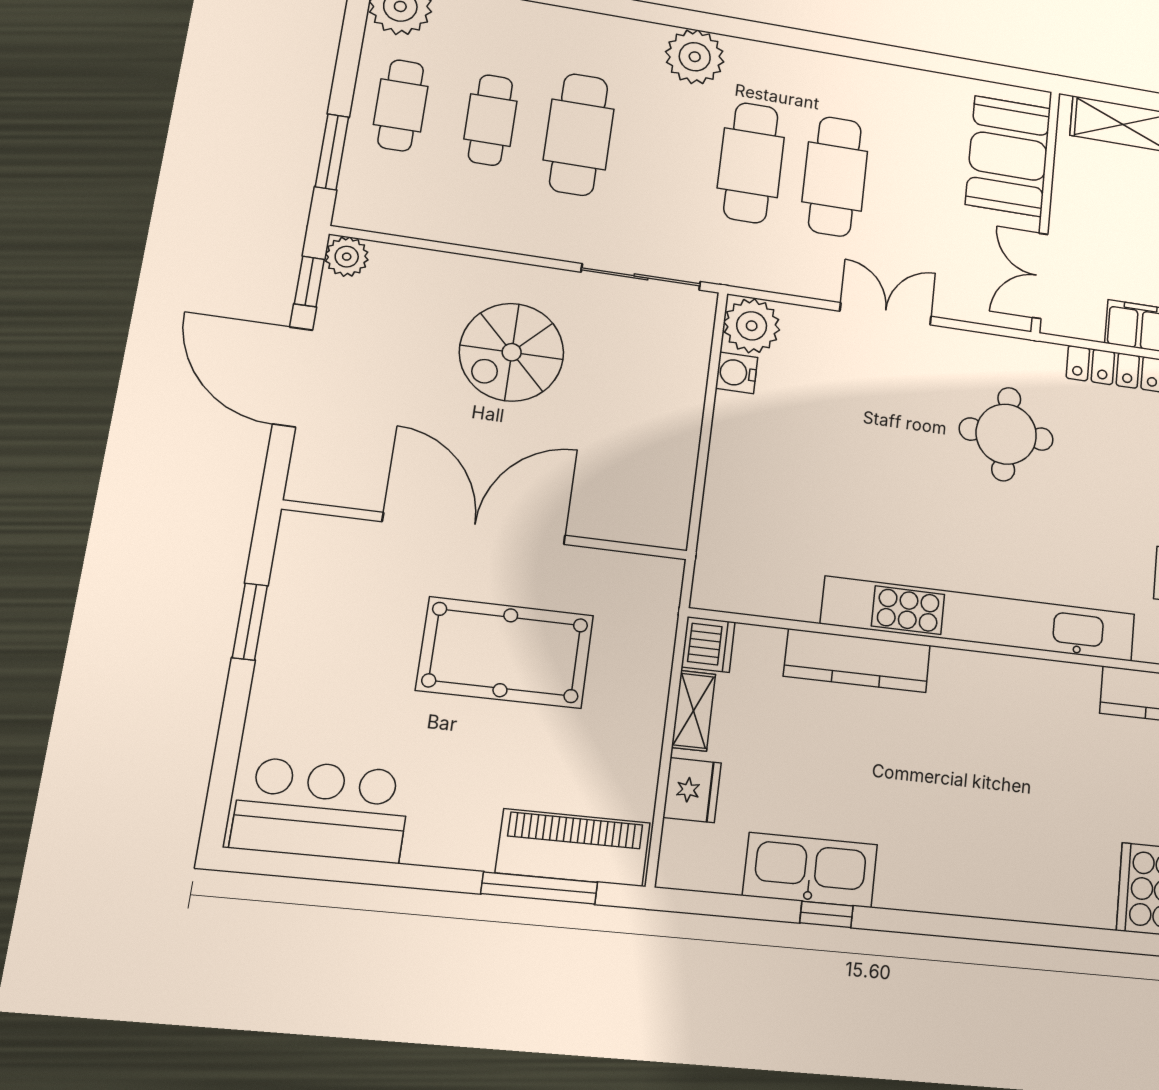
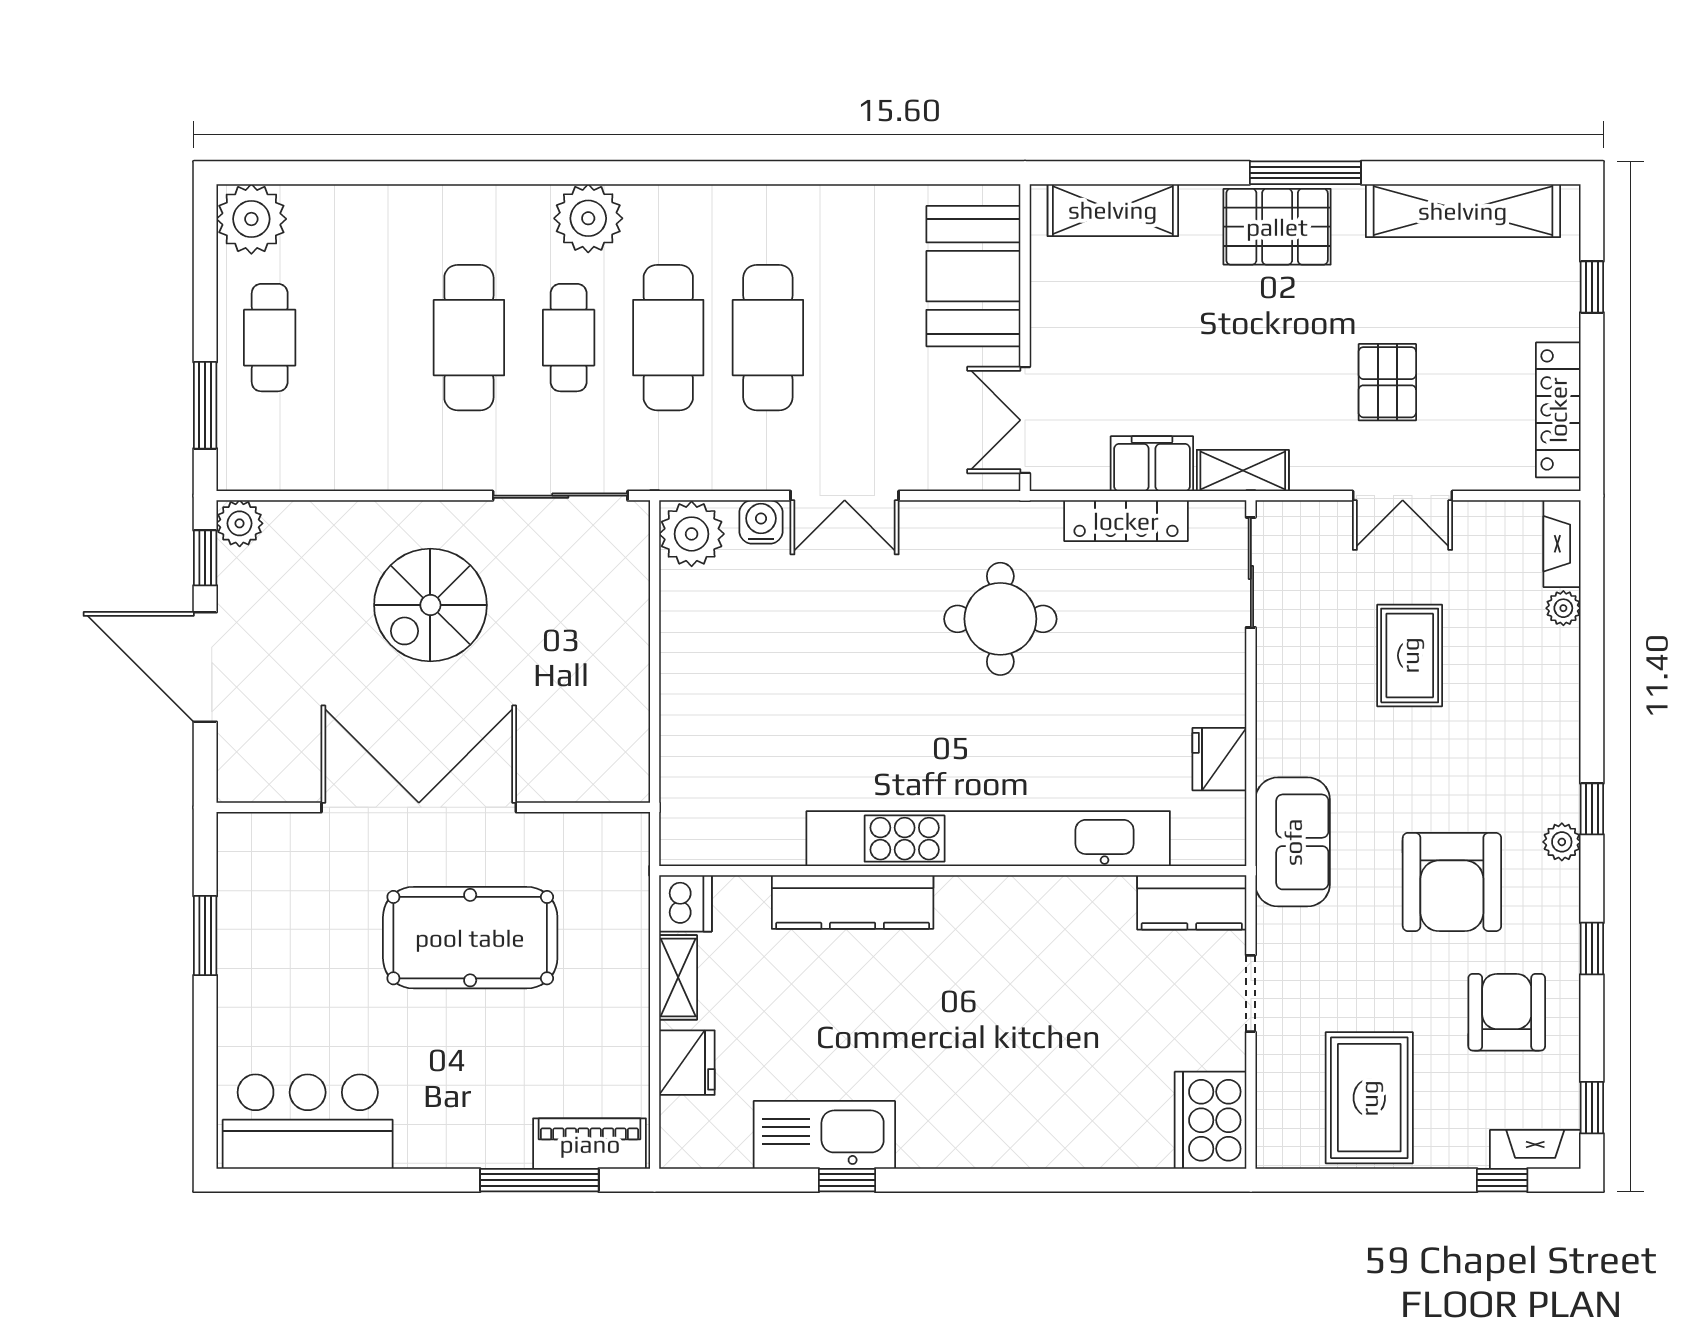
cafe table: (490, 120) -> (569, 338), moved
double door: (886, 314) -> (845, 496), swing flipped
water cooler: (737, 373) -> (761, 522), moved, turned 90
piano: (573, 848) -> (590, 1144), width x0.73, depth x0.75

